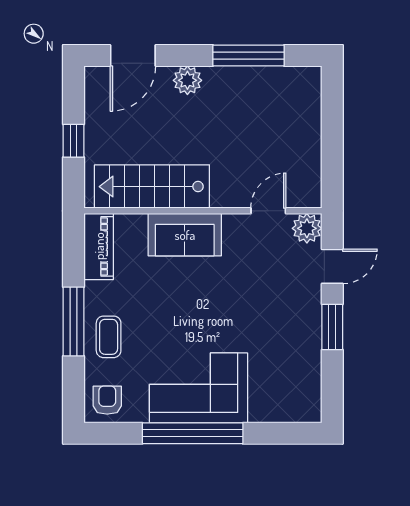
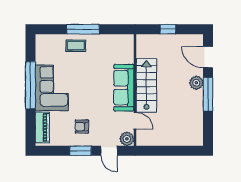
window: (248, 56) -> (208, 94), moved
stairs: (152, 187) -> (146, 85), moved
sofa: (185, 235) -> (124, 88), width x1.36
piano: (99, 246) -> (42, 127), moved, turned -90
armchair: (107, 400) -> (82, 126), moved, turned 180

